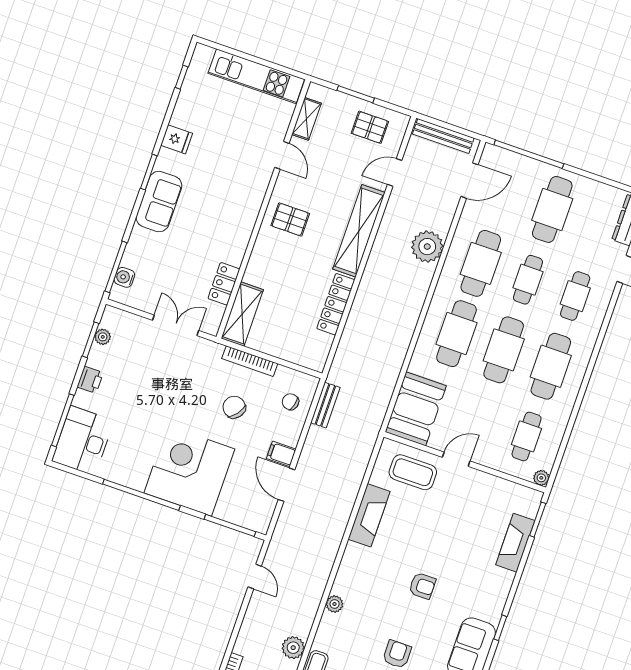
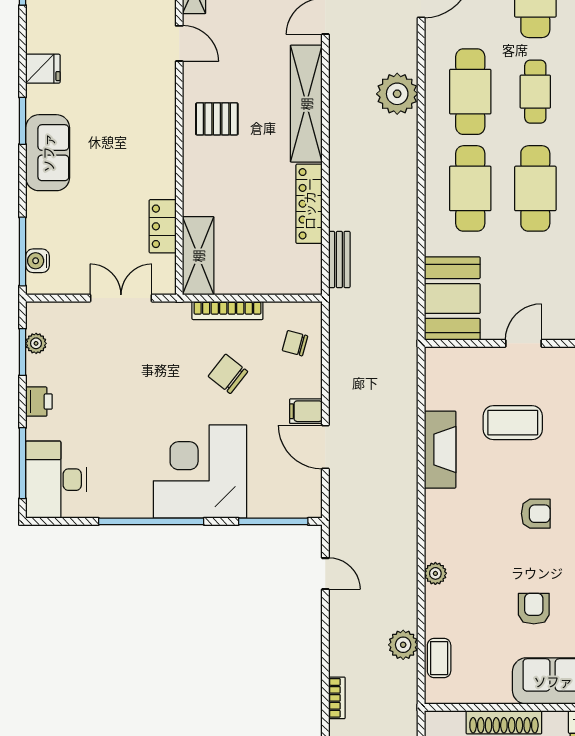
bench: (325, 405) -> (339, 260), moved
coffee table: (413, 472) -> (513, 423), moved

